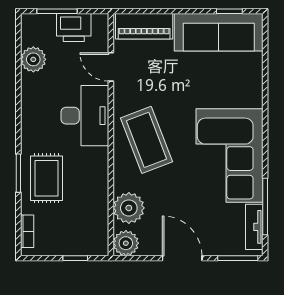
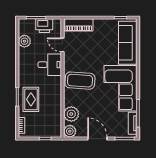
sofa: (219, 32) -> (128, 43), moved, turned 90
desk: (85, 116) -> (50, 65), width x0.73
coffee table: (146, 140) -> (80, 81), turned -65

